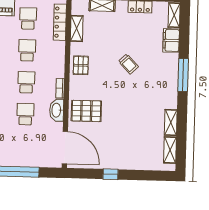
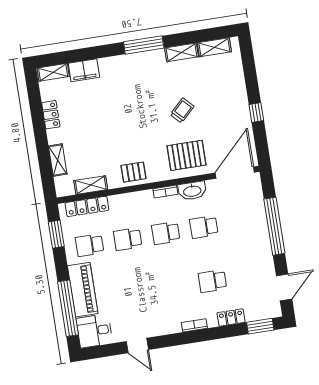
trolley: (128, 64) -> (182, 110), moved
window: (183, 75) -> (144, 45), moved
pallet: (86, 111) -> (187, 155), turned 90

